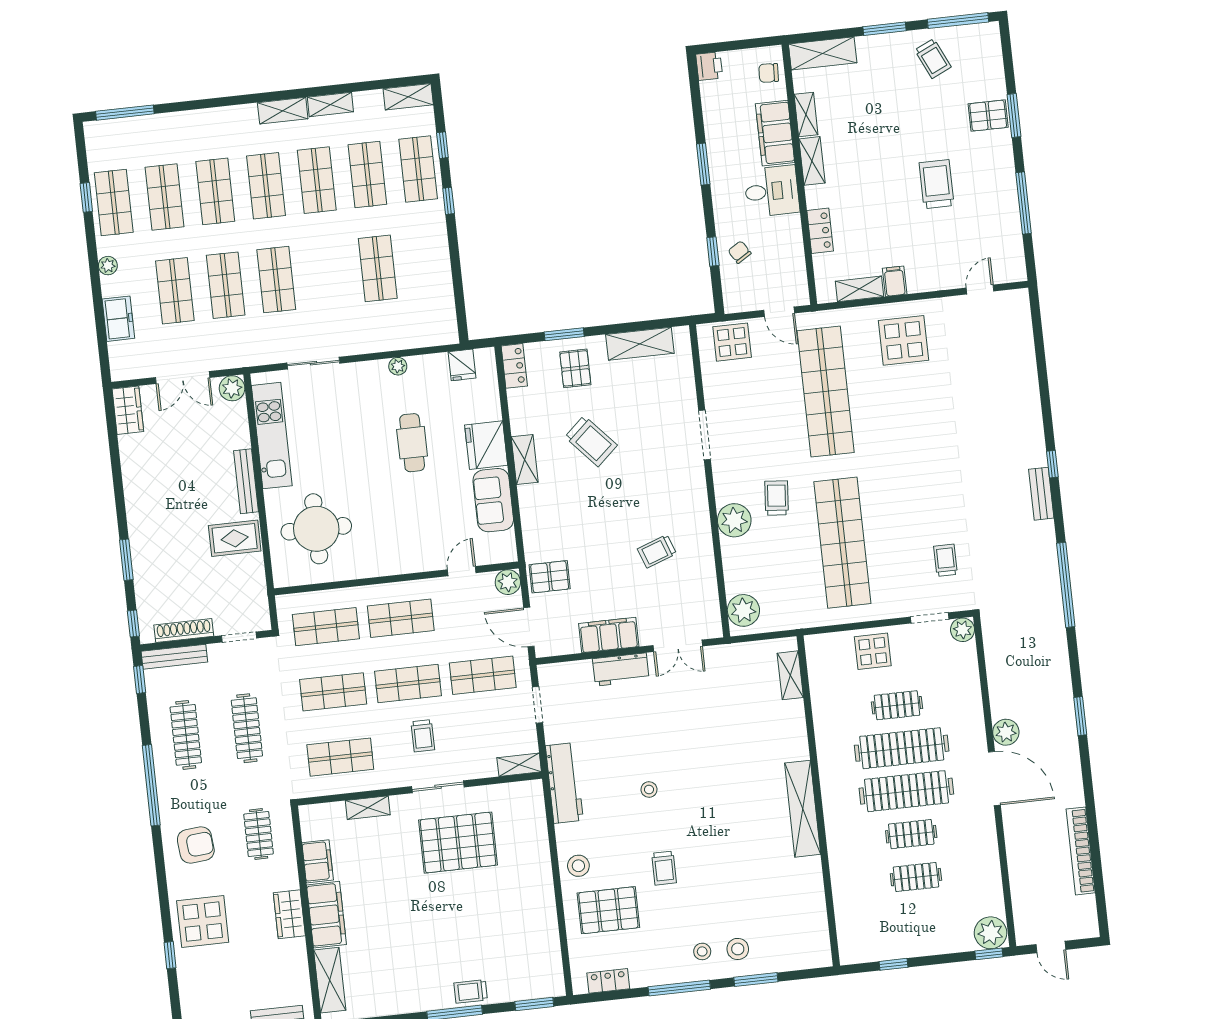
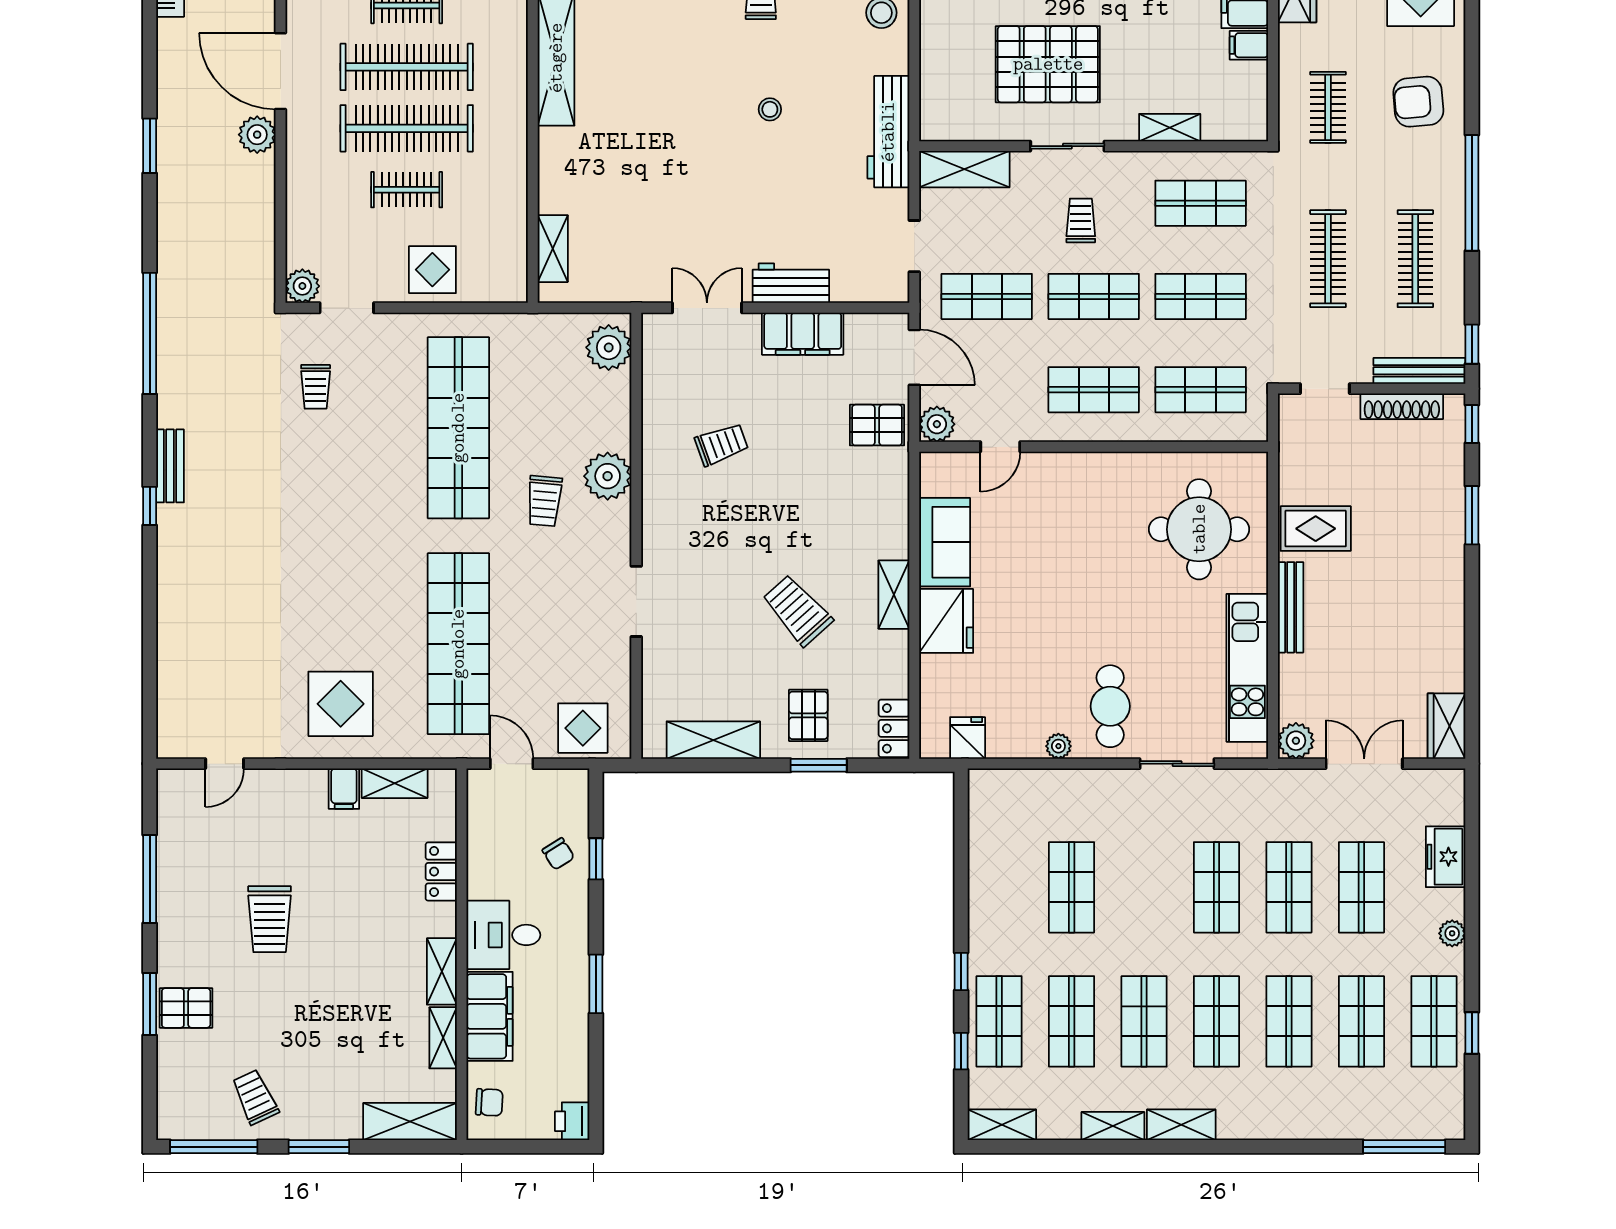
cafe table: (412, 443) -> (1110, 706), moved
shelving: (519, 765) -> (964, 169), width x1.50, depth x1.33
filing cabinet: (318, 861) -> (1249, 45), width x0.50

